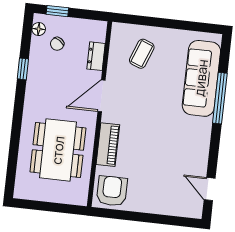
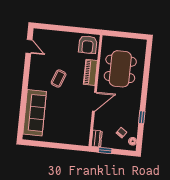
window: (57, 11) -> (105, 151), moved
coffee table: (142, 54) -> (59, 78), moved
dresser: (96, 56) -> (97, 139), moved
window: (220, 98) -> (23, 101), removed

